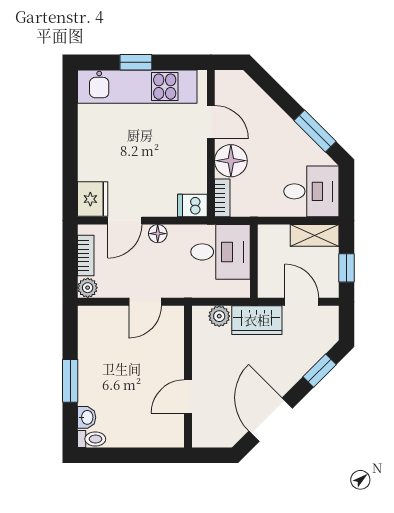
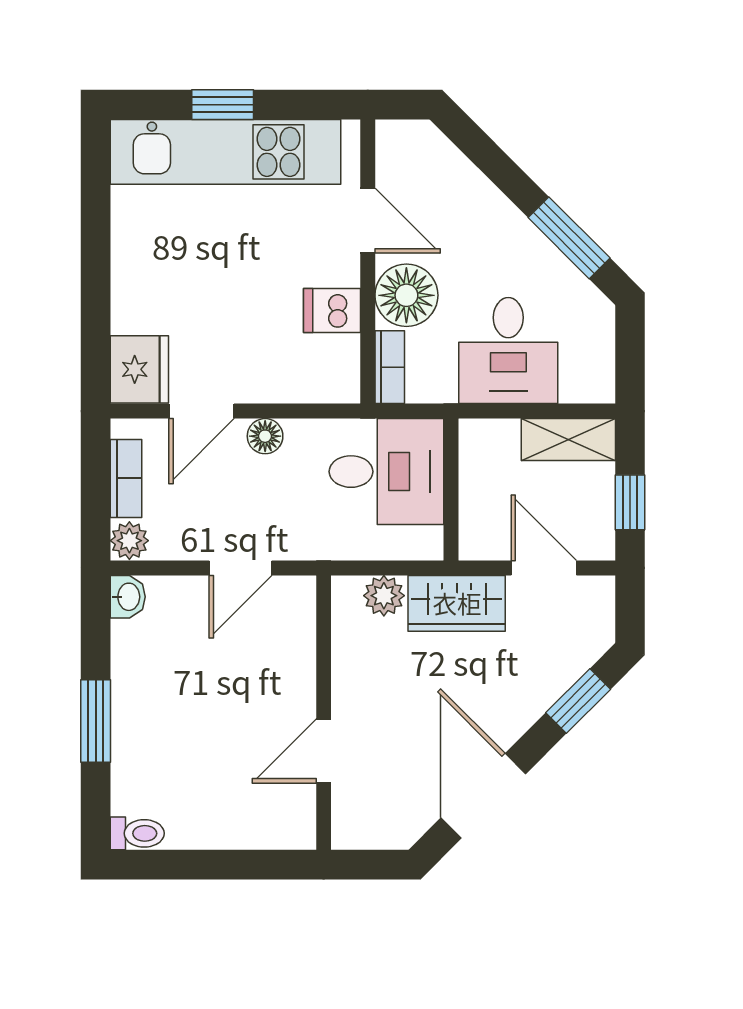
desk: (311, 191) -> (508, 351), moved, turned 90
dishwasher: (192, 205) -> (332, 310), moved
washbasin: (87, 417) -> (128, 597), moved

